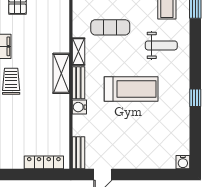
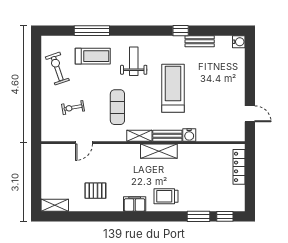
bench: (78, 153) -> (200, 41), moved

